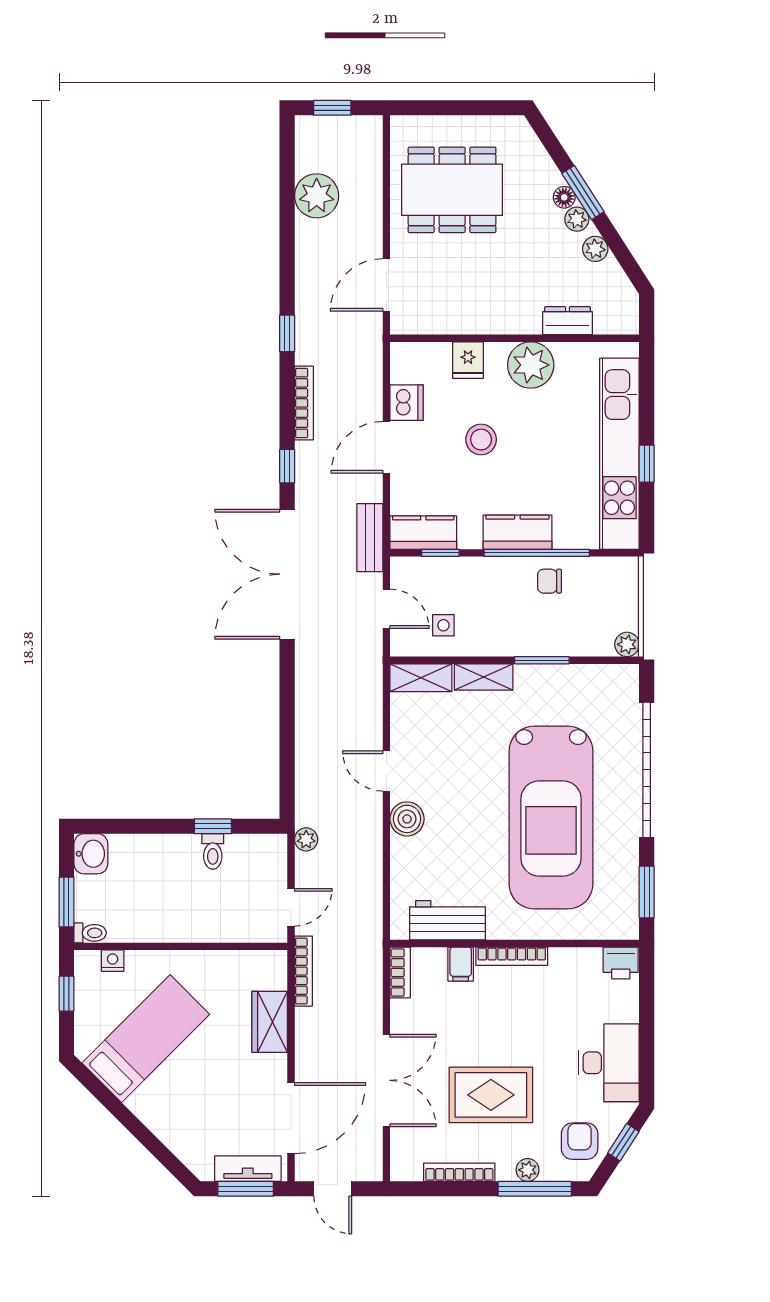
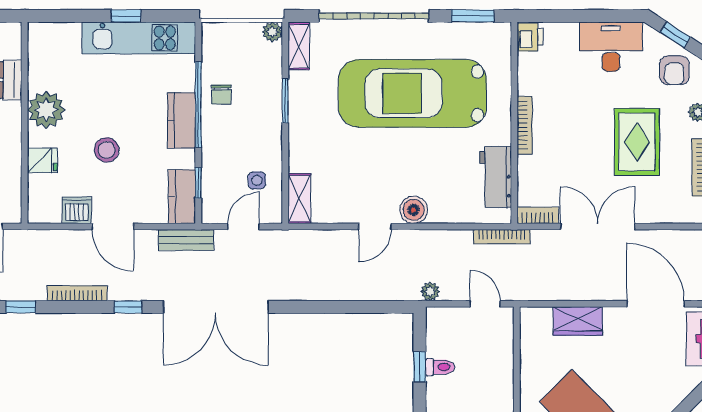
kitchen unit: (619, 454) -> (139, 38), width x0.73
shelving: (484, 677) -> (299, 46), moved
car: (551, 818) -> (412, 93), turned 180
filing cabinet: (461, 964) -> (531, 166), removed
bookcase: (303, 971) -> (502, 237), moved, turned 180
double door: (386, 1080) -> (598, 227), moved
armchair: (580, 1141) -> (674, 70), turned -90

